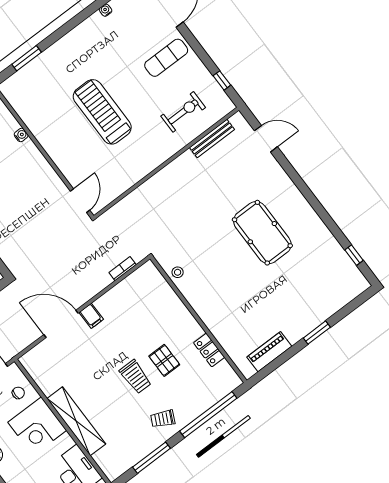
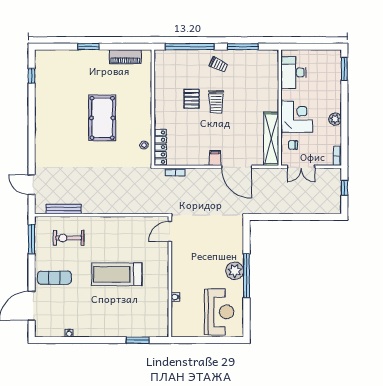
window: (222, 80) -> (32, 239), width x2.17
treadmill: (102, 112) -> (117, 274), turned 90
pool table: (262, 233) -> (102, 118), moved
locker: (209, 350) -> (160, 147), moved, width x1.53
trolley: (135, 377) -> (216, 102), turned 180
shelving: (76, 421) -> (271, 139), moved

